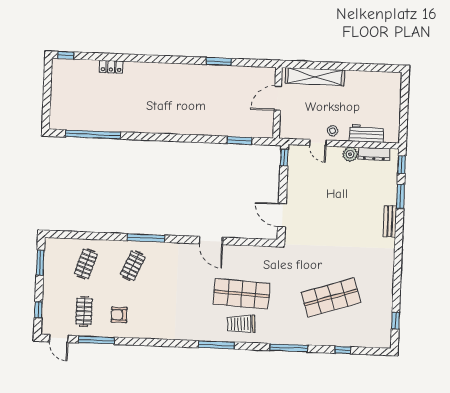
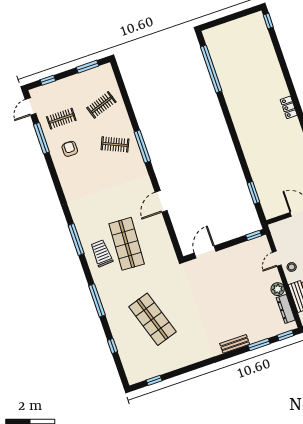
locker: (111, 67) -> (289, 107), moved
clothes rail: (86, 264) -> (101, 105), turned -36

